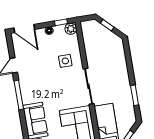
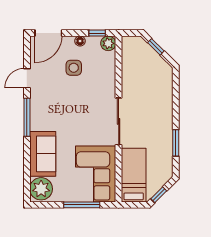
door: (24, 29) -> (48, 33), hinge flipped
side table: (65, 61) -> (74, 68), moved

